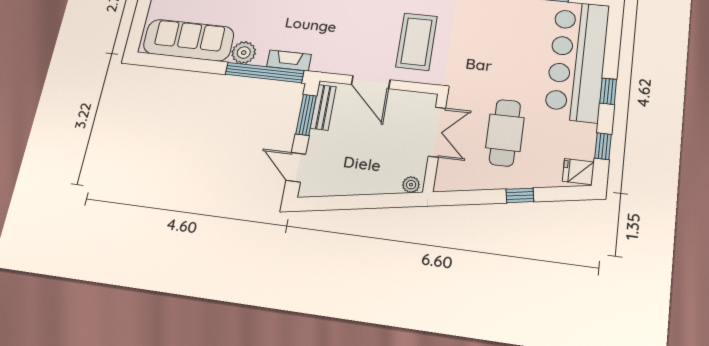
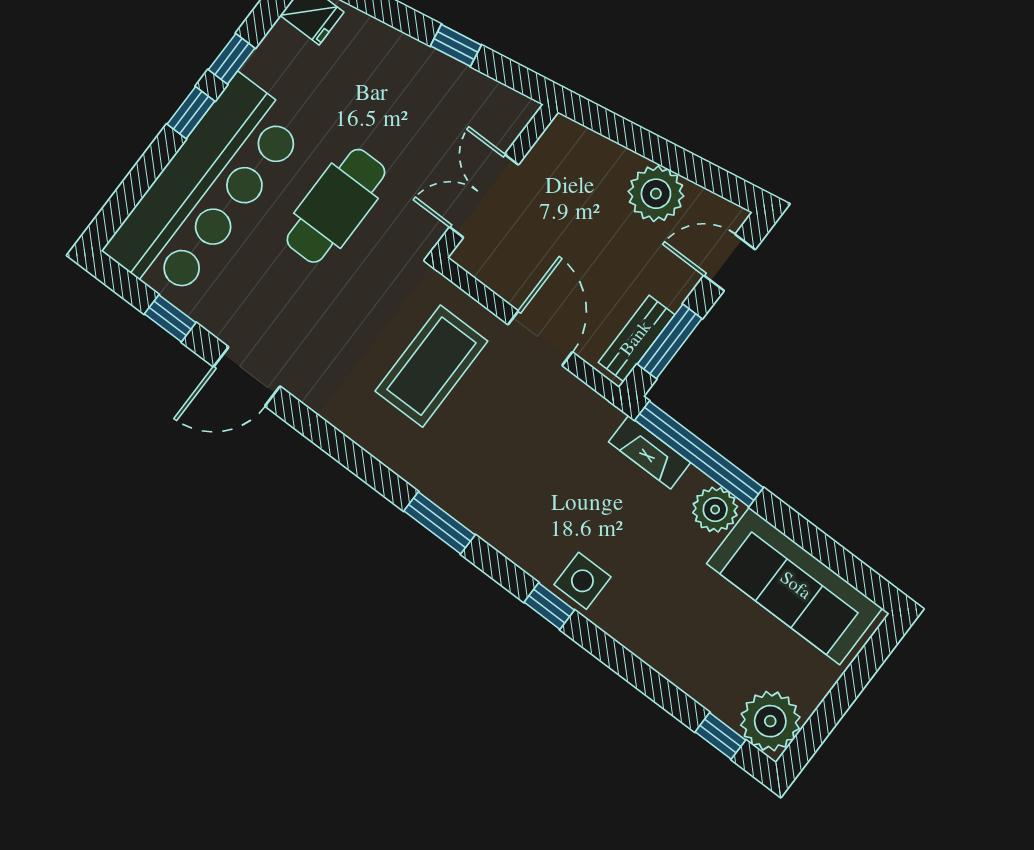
cafe table: (505, 133) -> (336, 206), moved
window: (603, 146) -> (232, 59), moved
door: (296, 167) -> (730, 262), swing flipped
plant: (411, 185) -> (656, 194), moved, width x1.88, depth x1.88
window: (520, 195) -> (456, 45), moved

